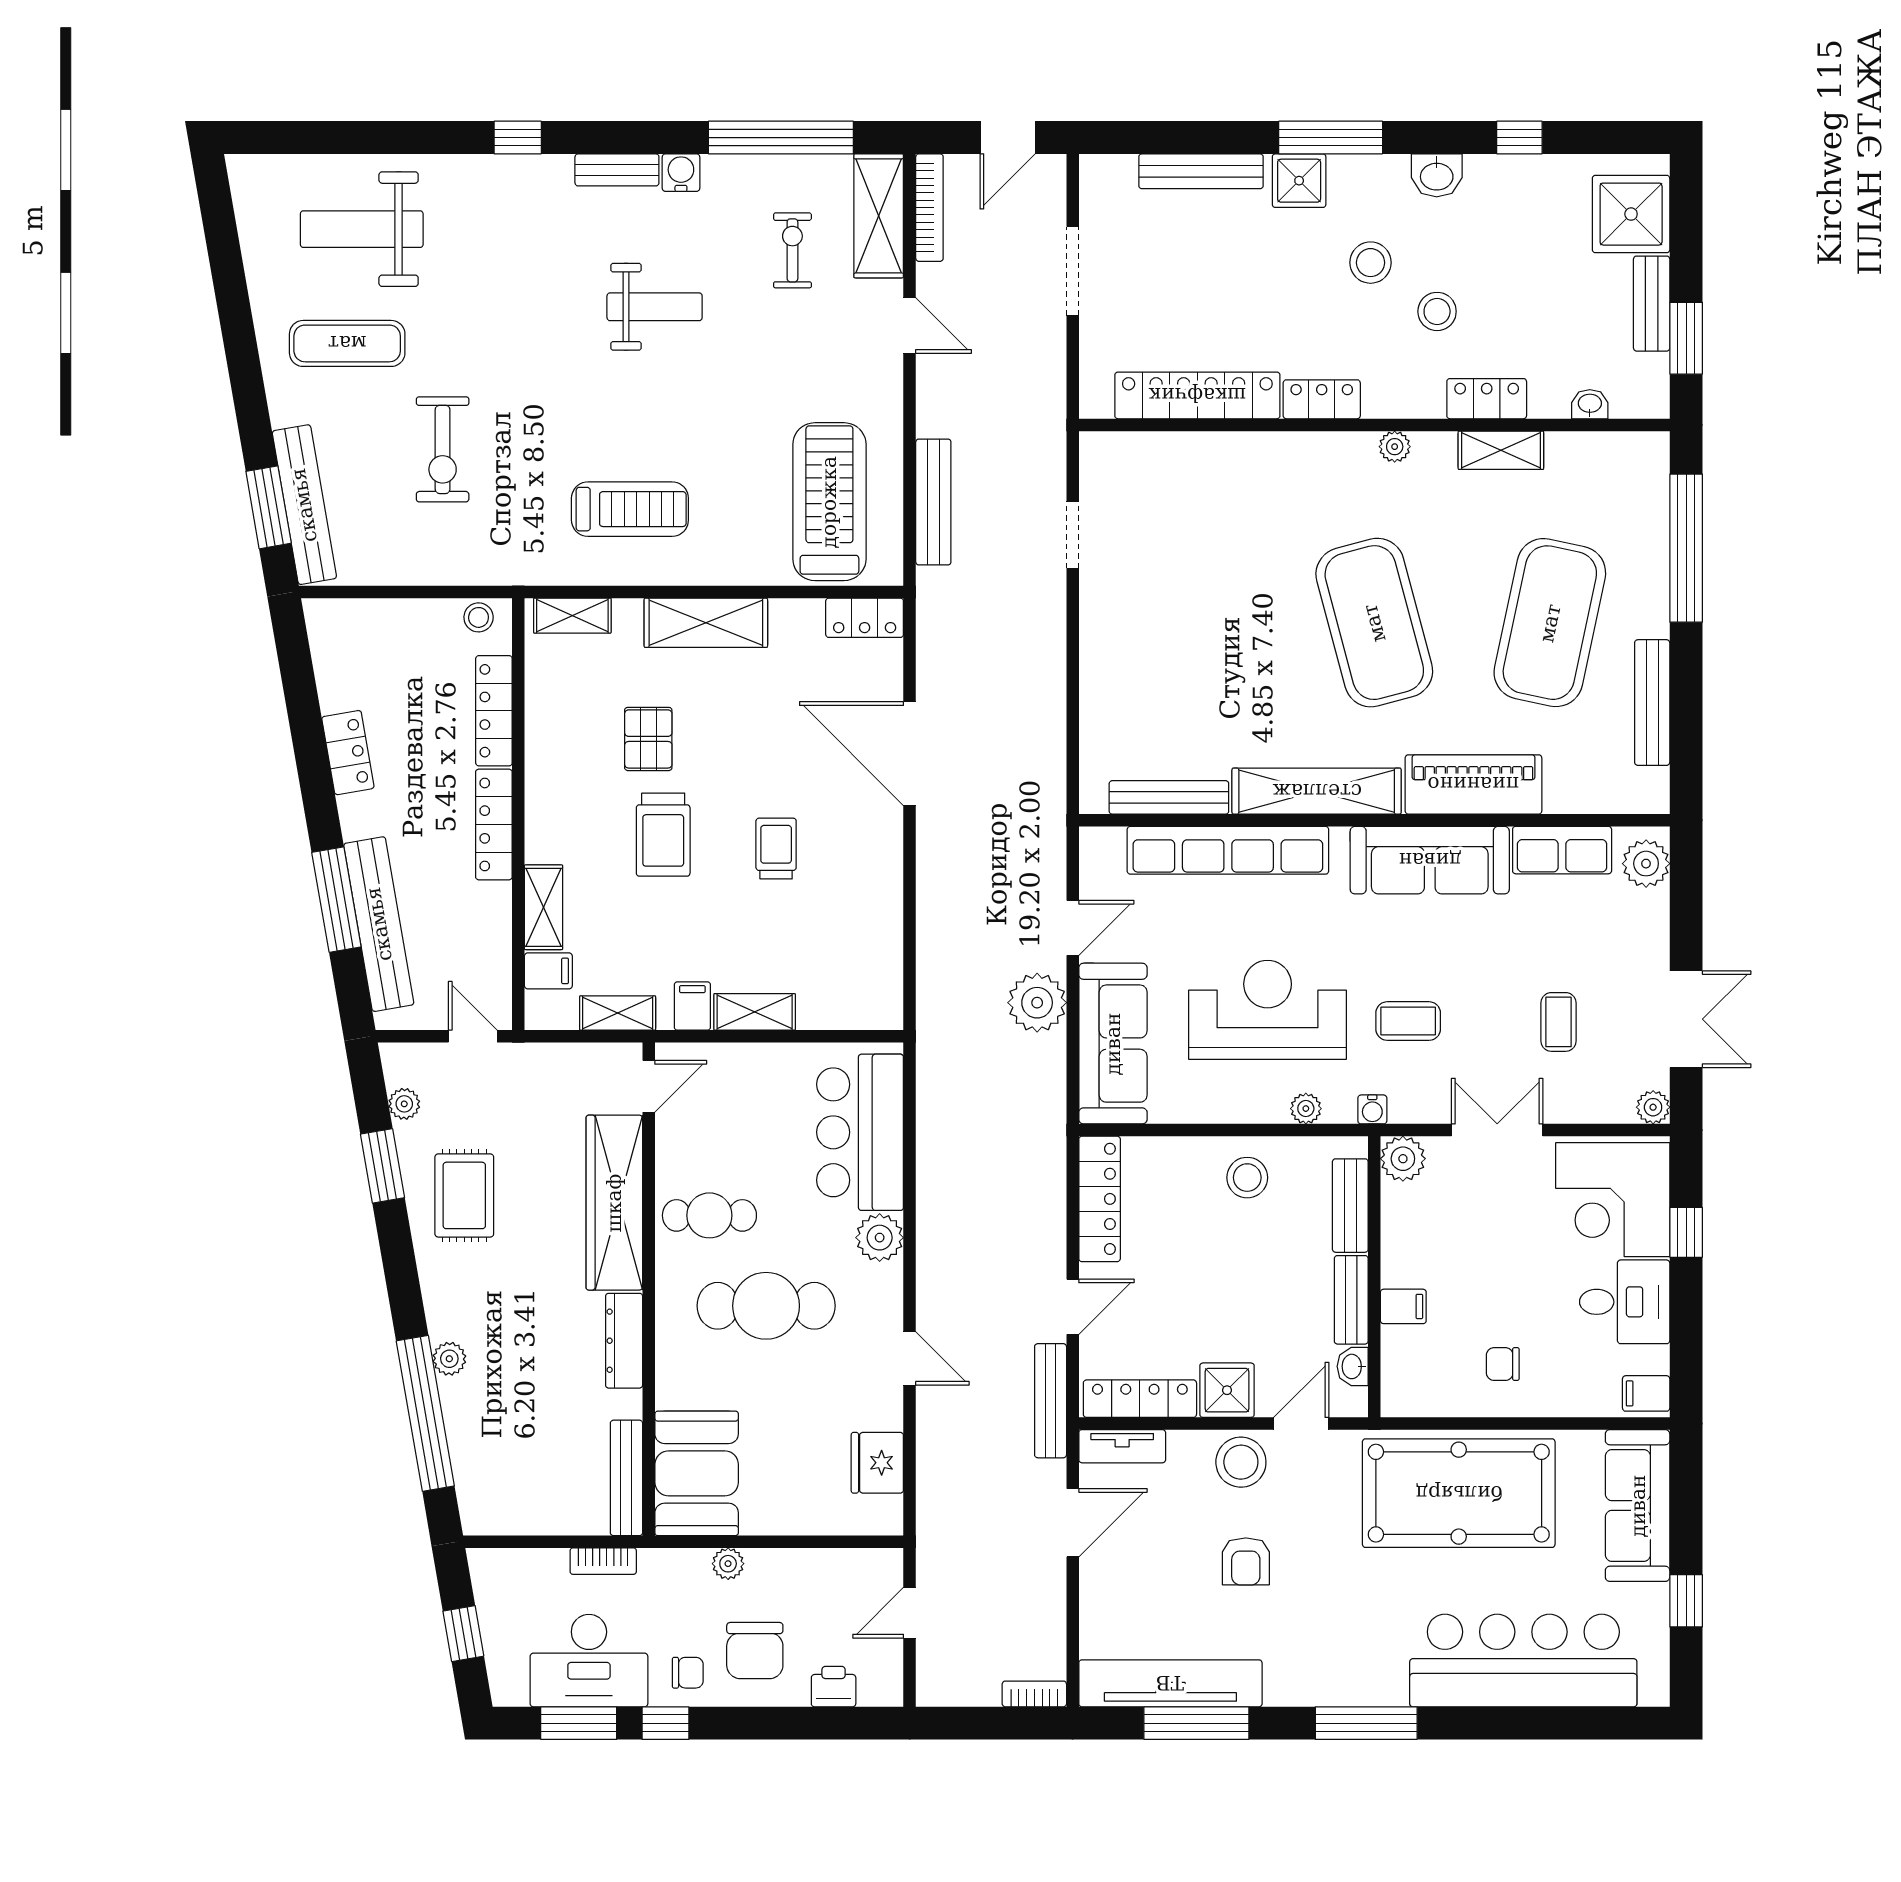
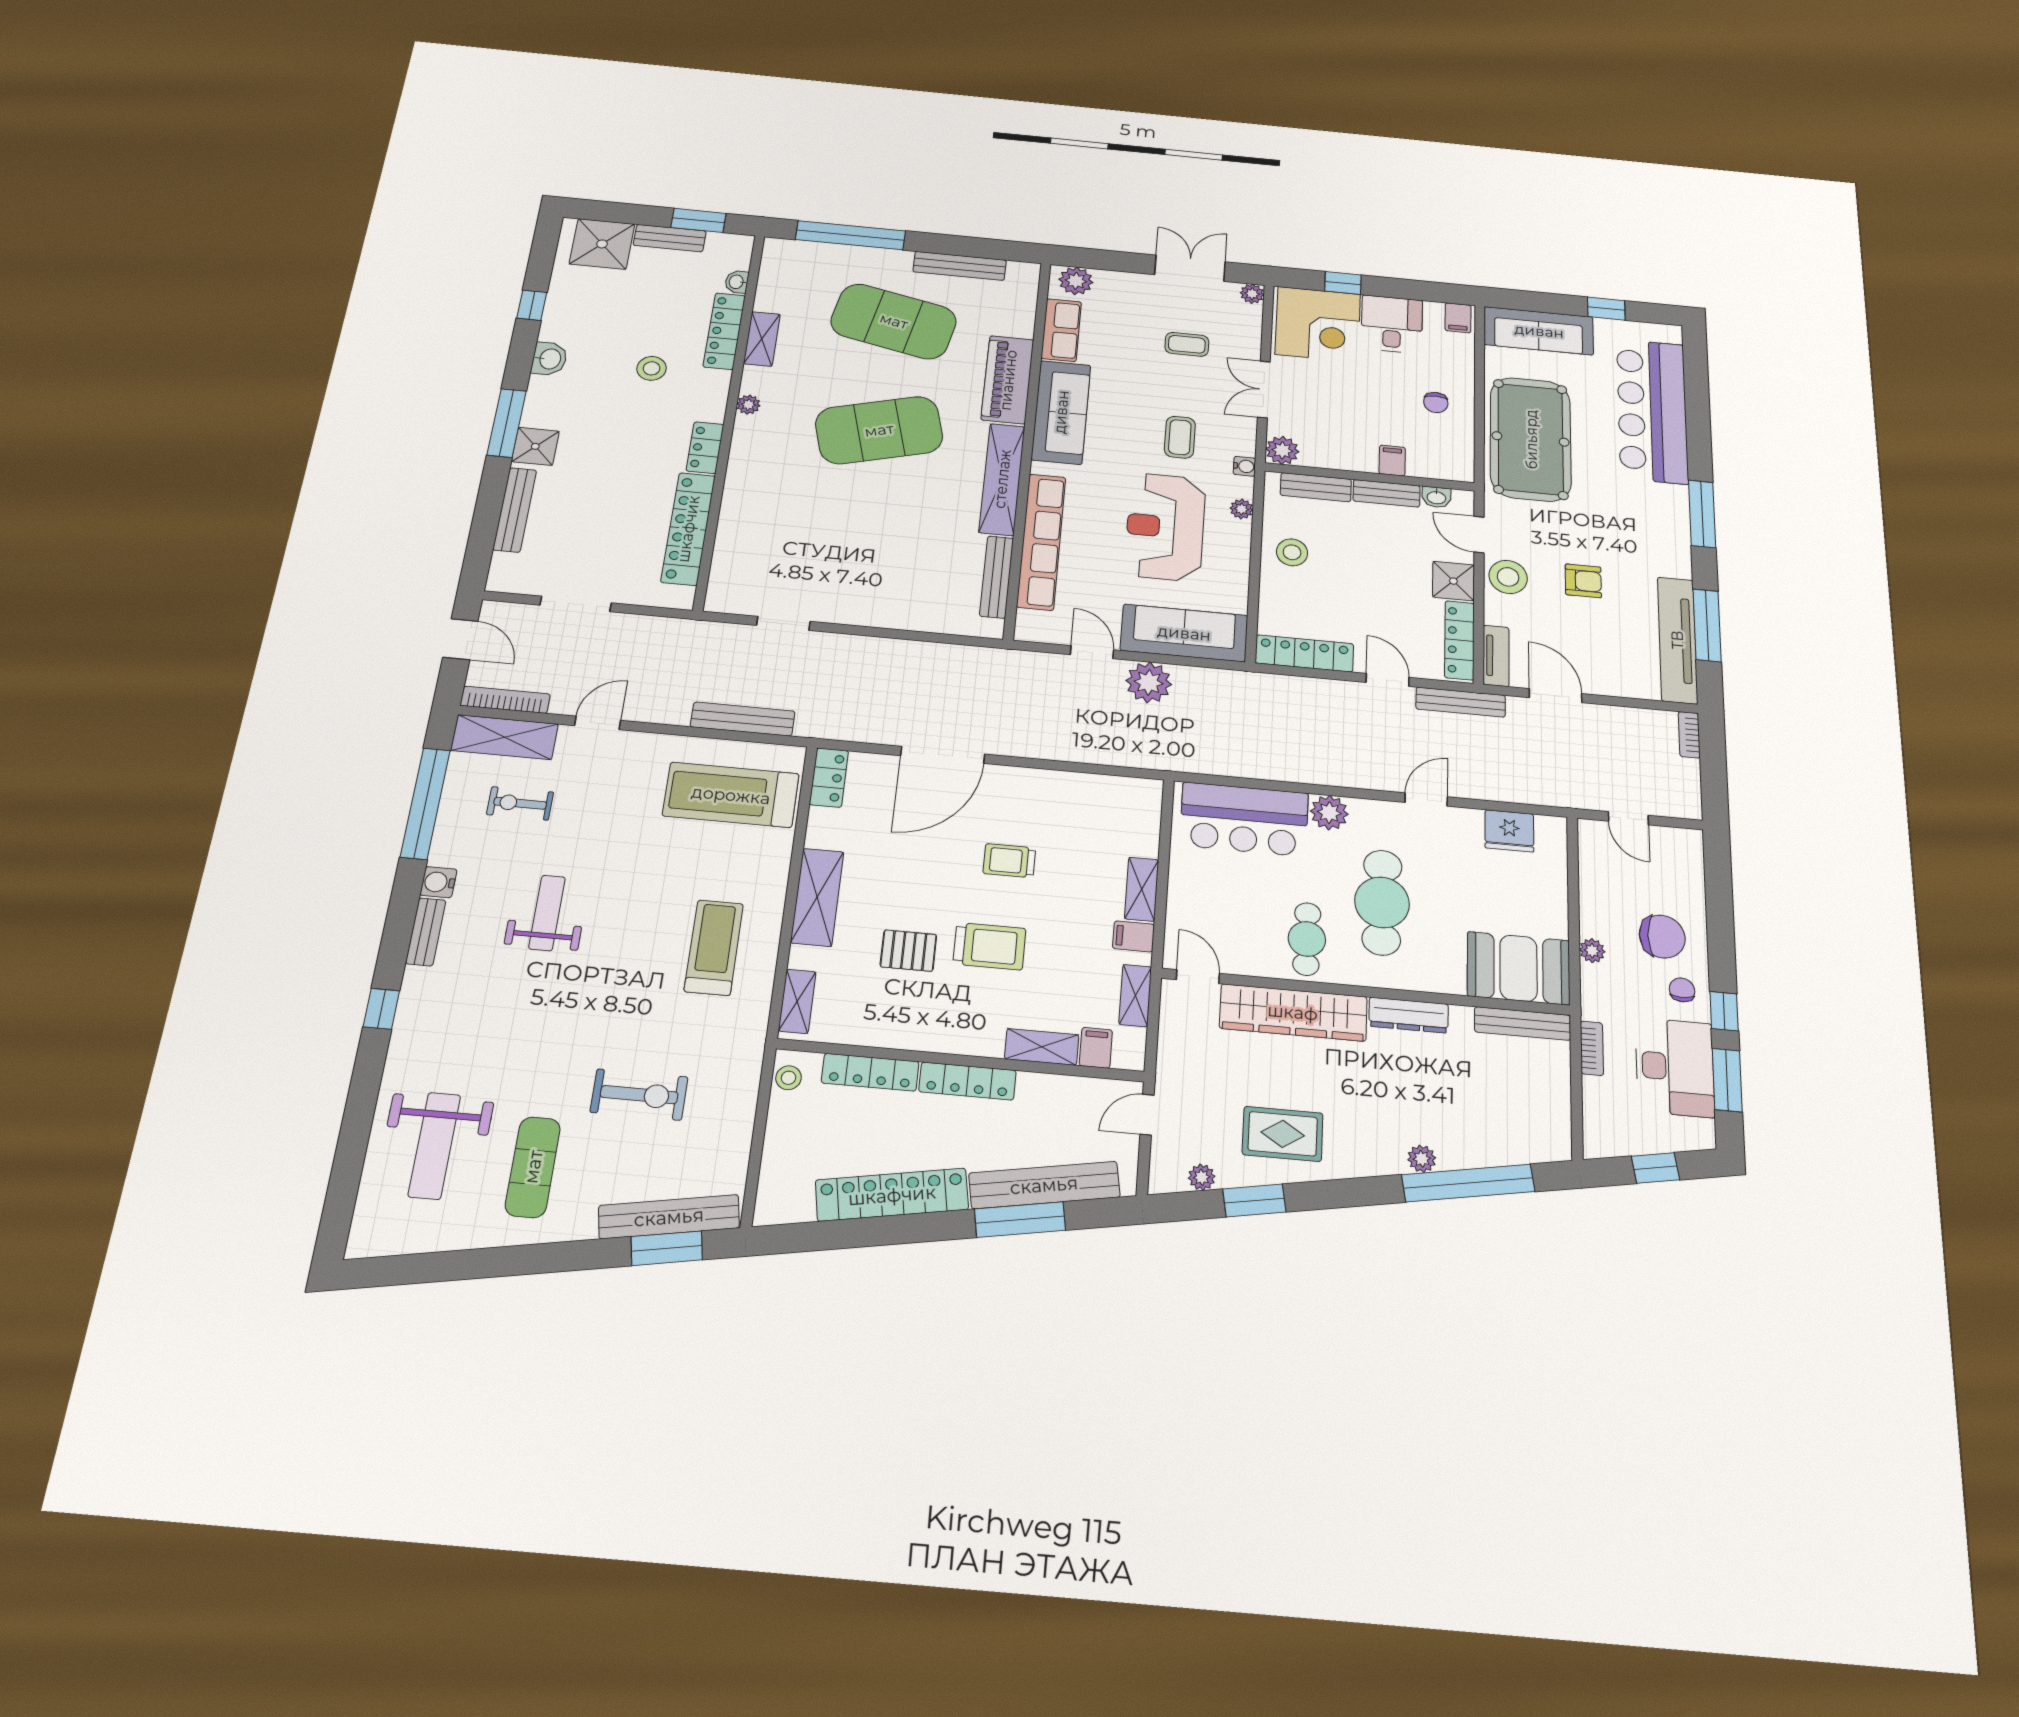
stool: (1371, 263) -> (607, 407), removed
locker: (1487, 399) -> (724, 331), width x1.53
locker: (348, 753) -> (892, 1195), width x2.16, depth x1.21
printer: (834, 1687) -> (1689, 880), removed

